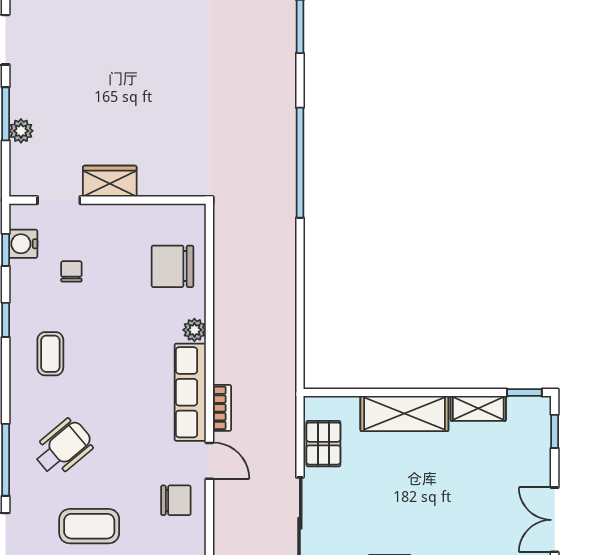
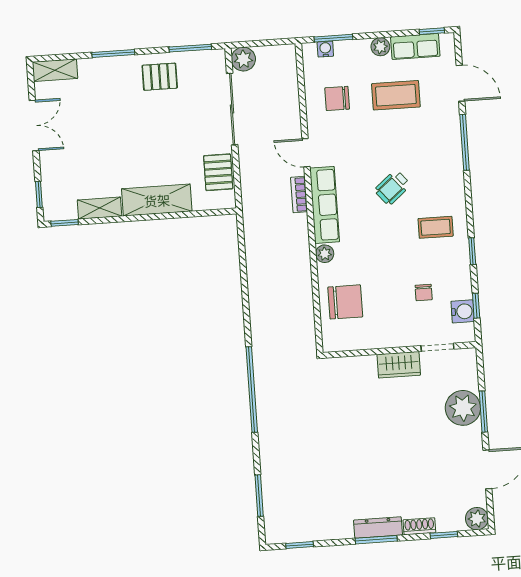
plant: (21, 131) -> (463, 408), width x1.87, depth x1.87
coffee table: (50, 354) -> (436, 227), turned 90
wheelchair: (63, 448) -> (392, 187), moved, width x0.73, depth x0.73
chair: (176, 500) -> (337, 98), moved

